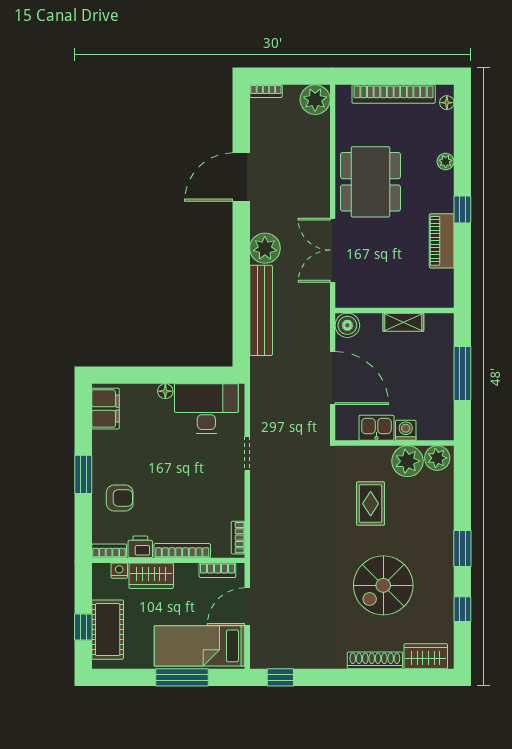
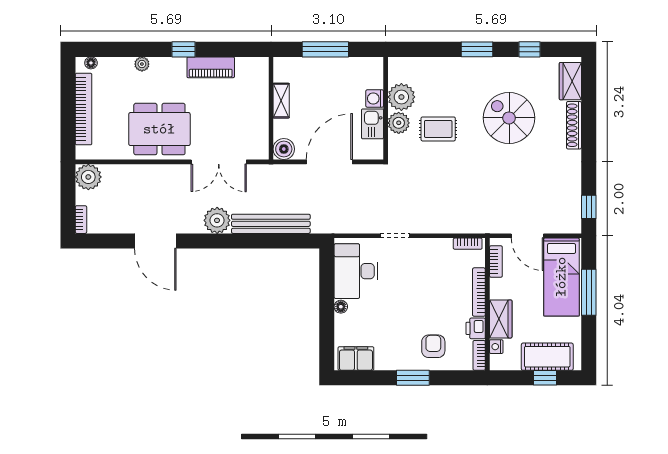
plant: (437, 458) -> (399, 123), moved
spiral stairs: (383, 585) -> (509, 118), turned 180

